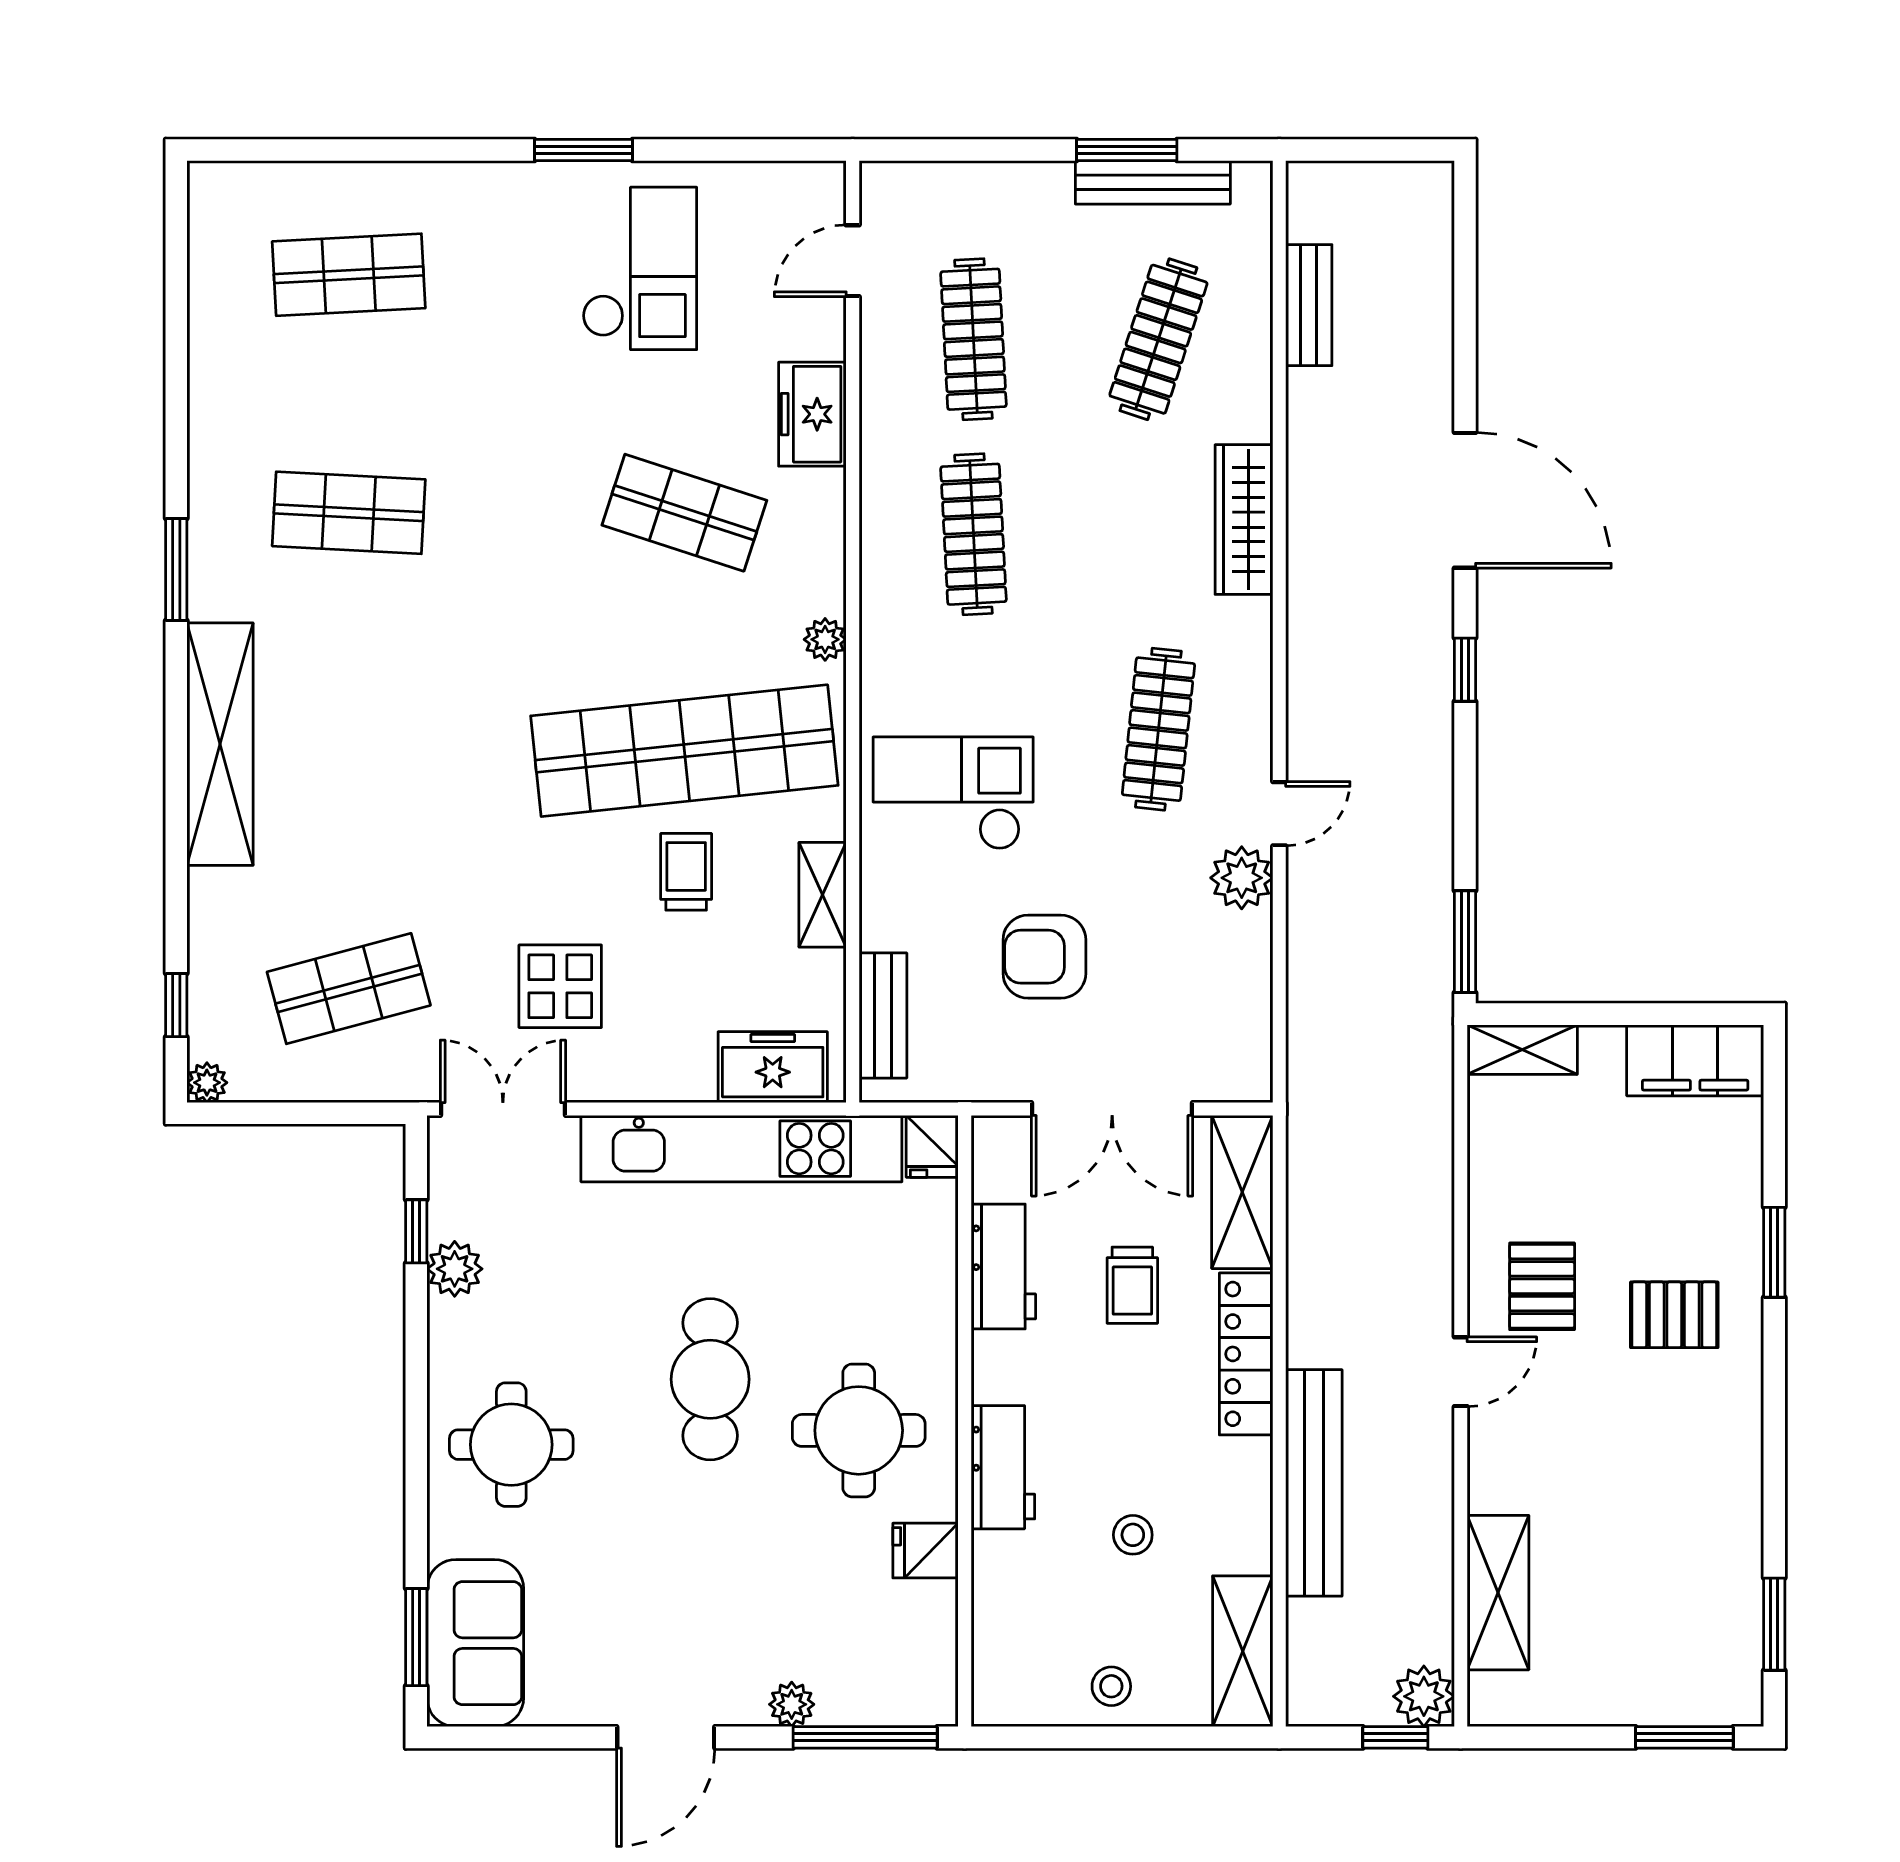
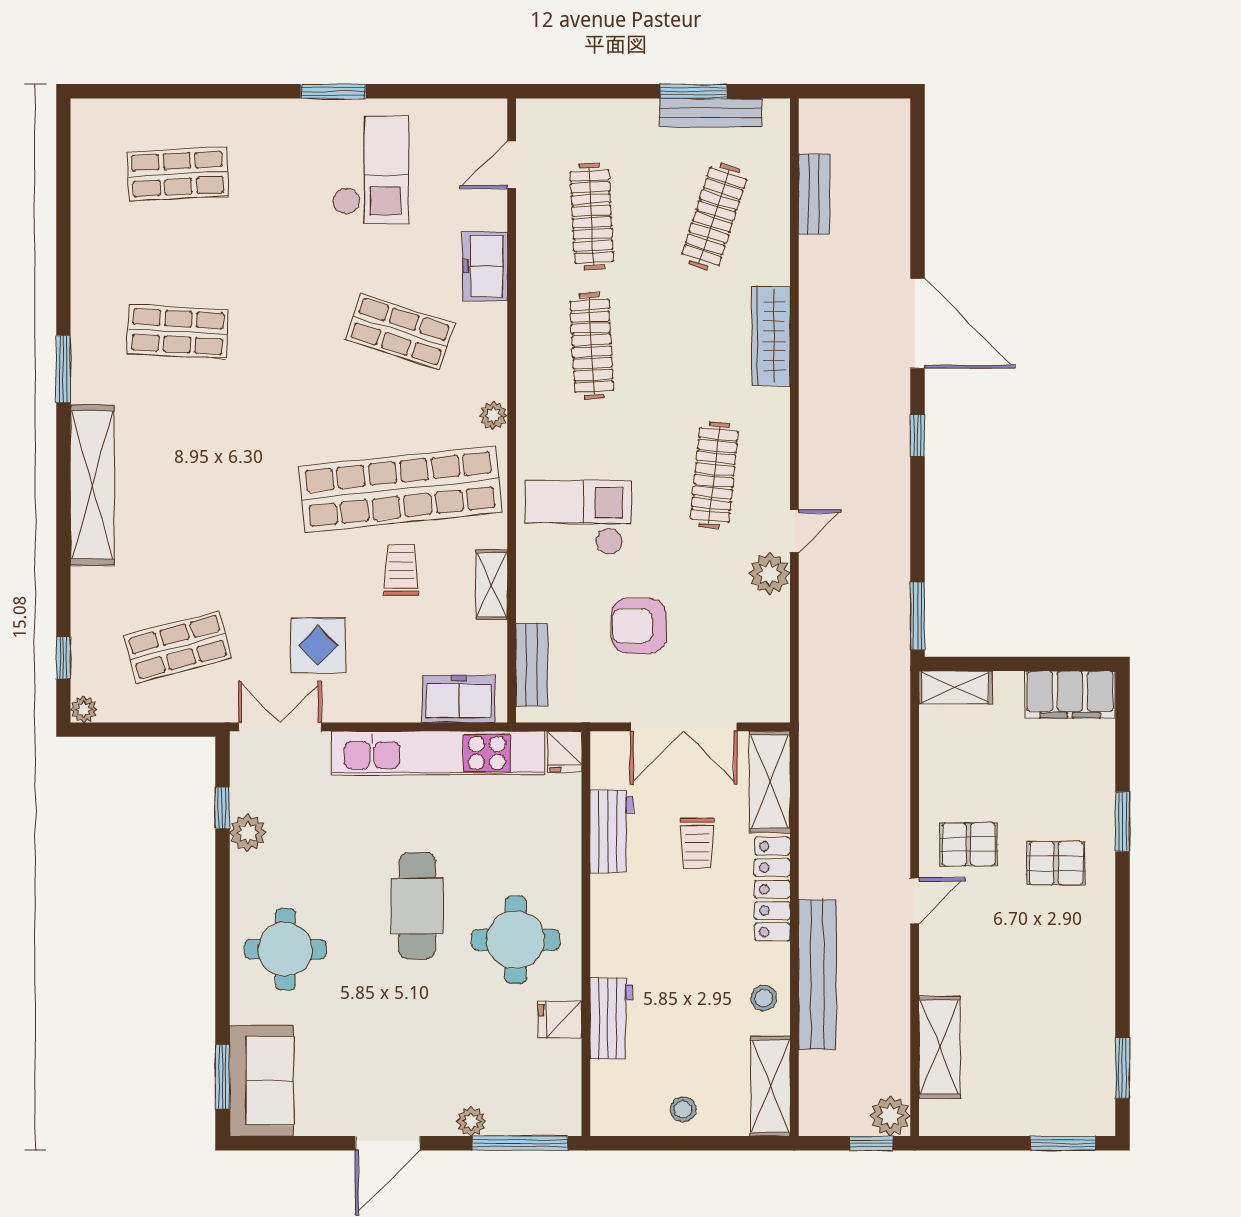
pallet: (1542, 1286) -> (969, 844), turned 90
workbench: (1003, 1467) -> (611, 1018), moved
stool: (1133, 1535) -> (764, 998), moved

